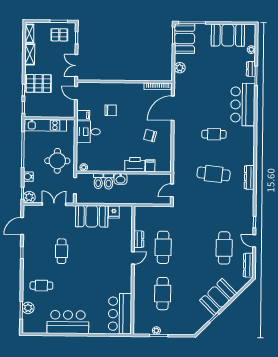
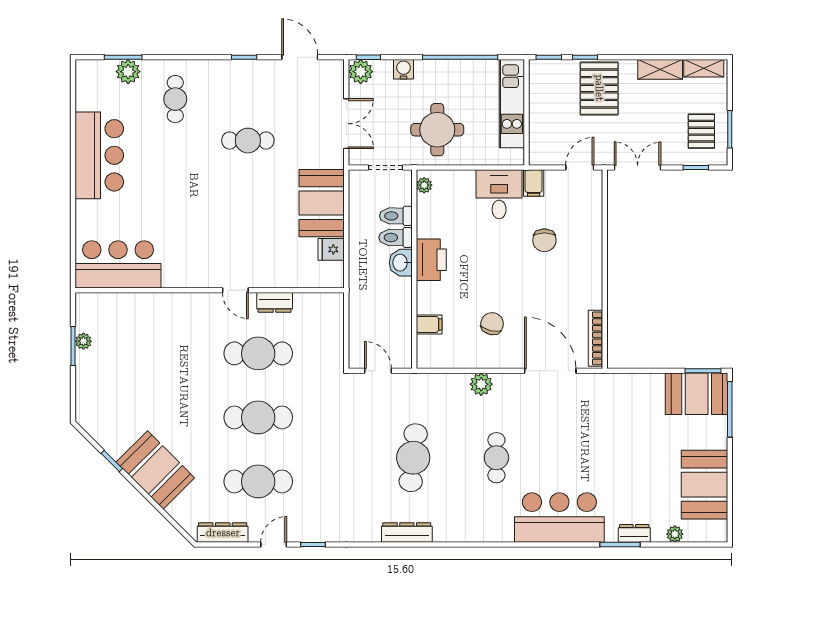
plant: (180, 68) -> (481, 384), moved
printer: (135, 165) -> (431, 260), moved
cafe table: (163, 294) -> (258, 417), moved

